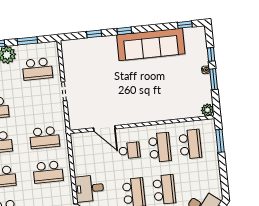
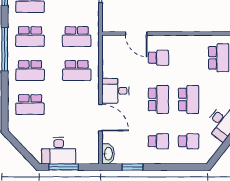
school desk: (160, 147) -> (189, 58), removed

